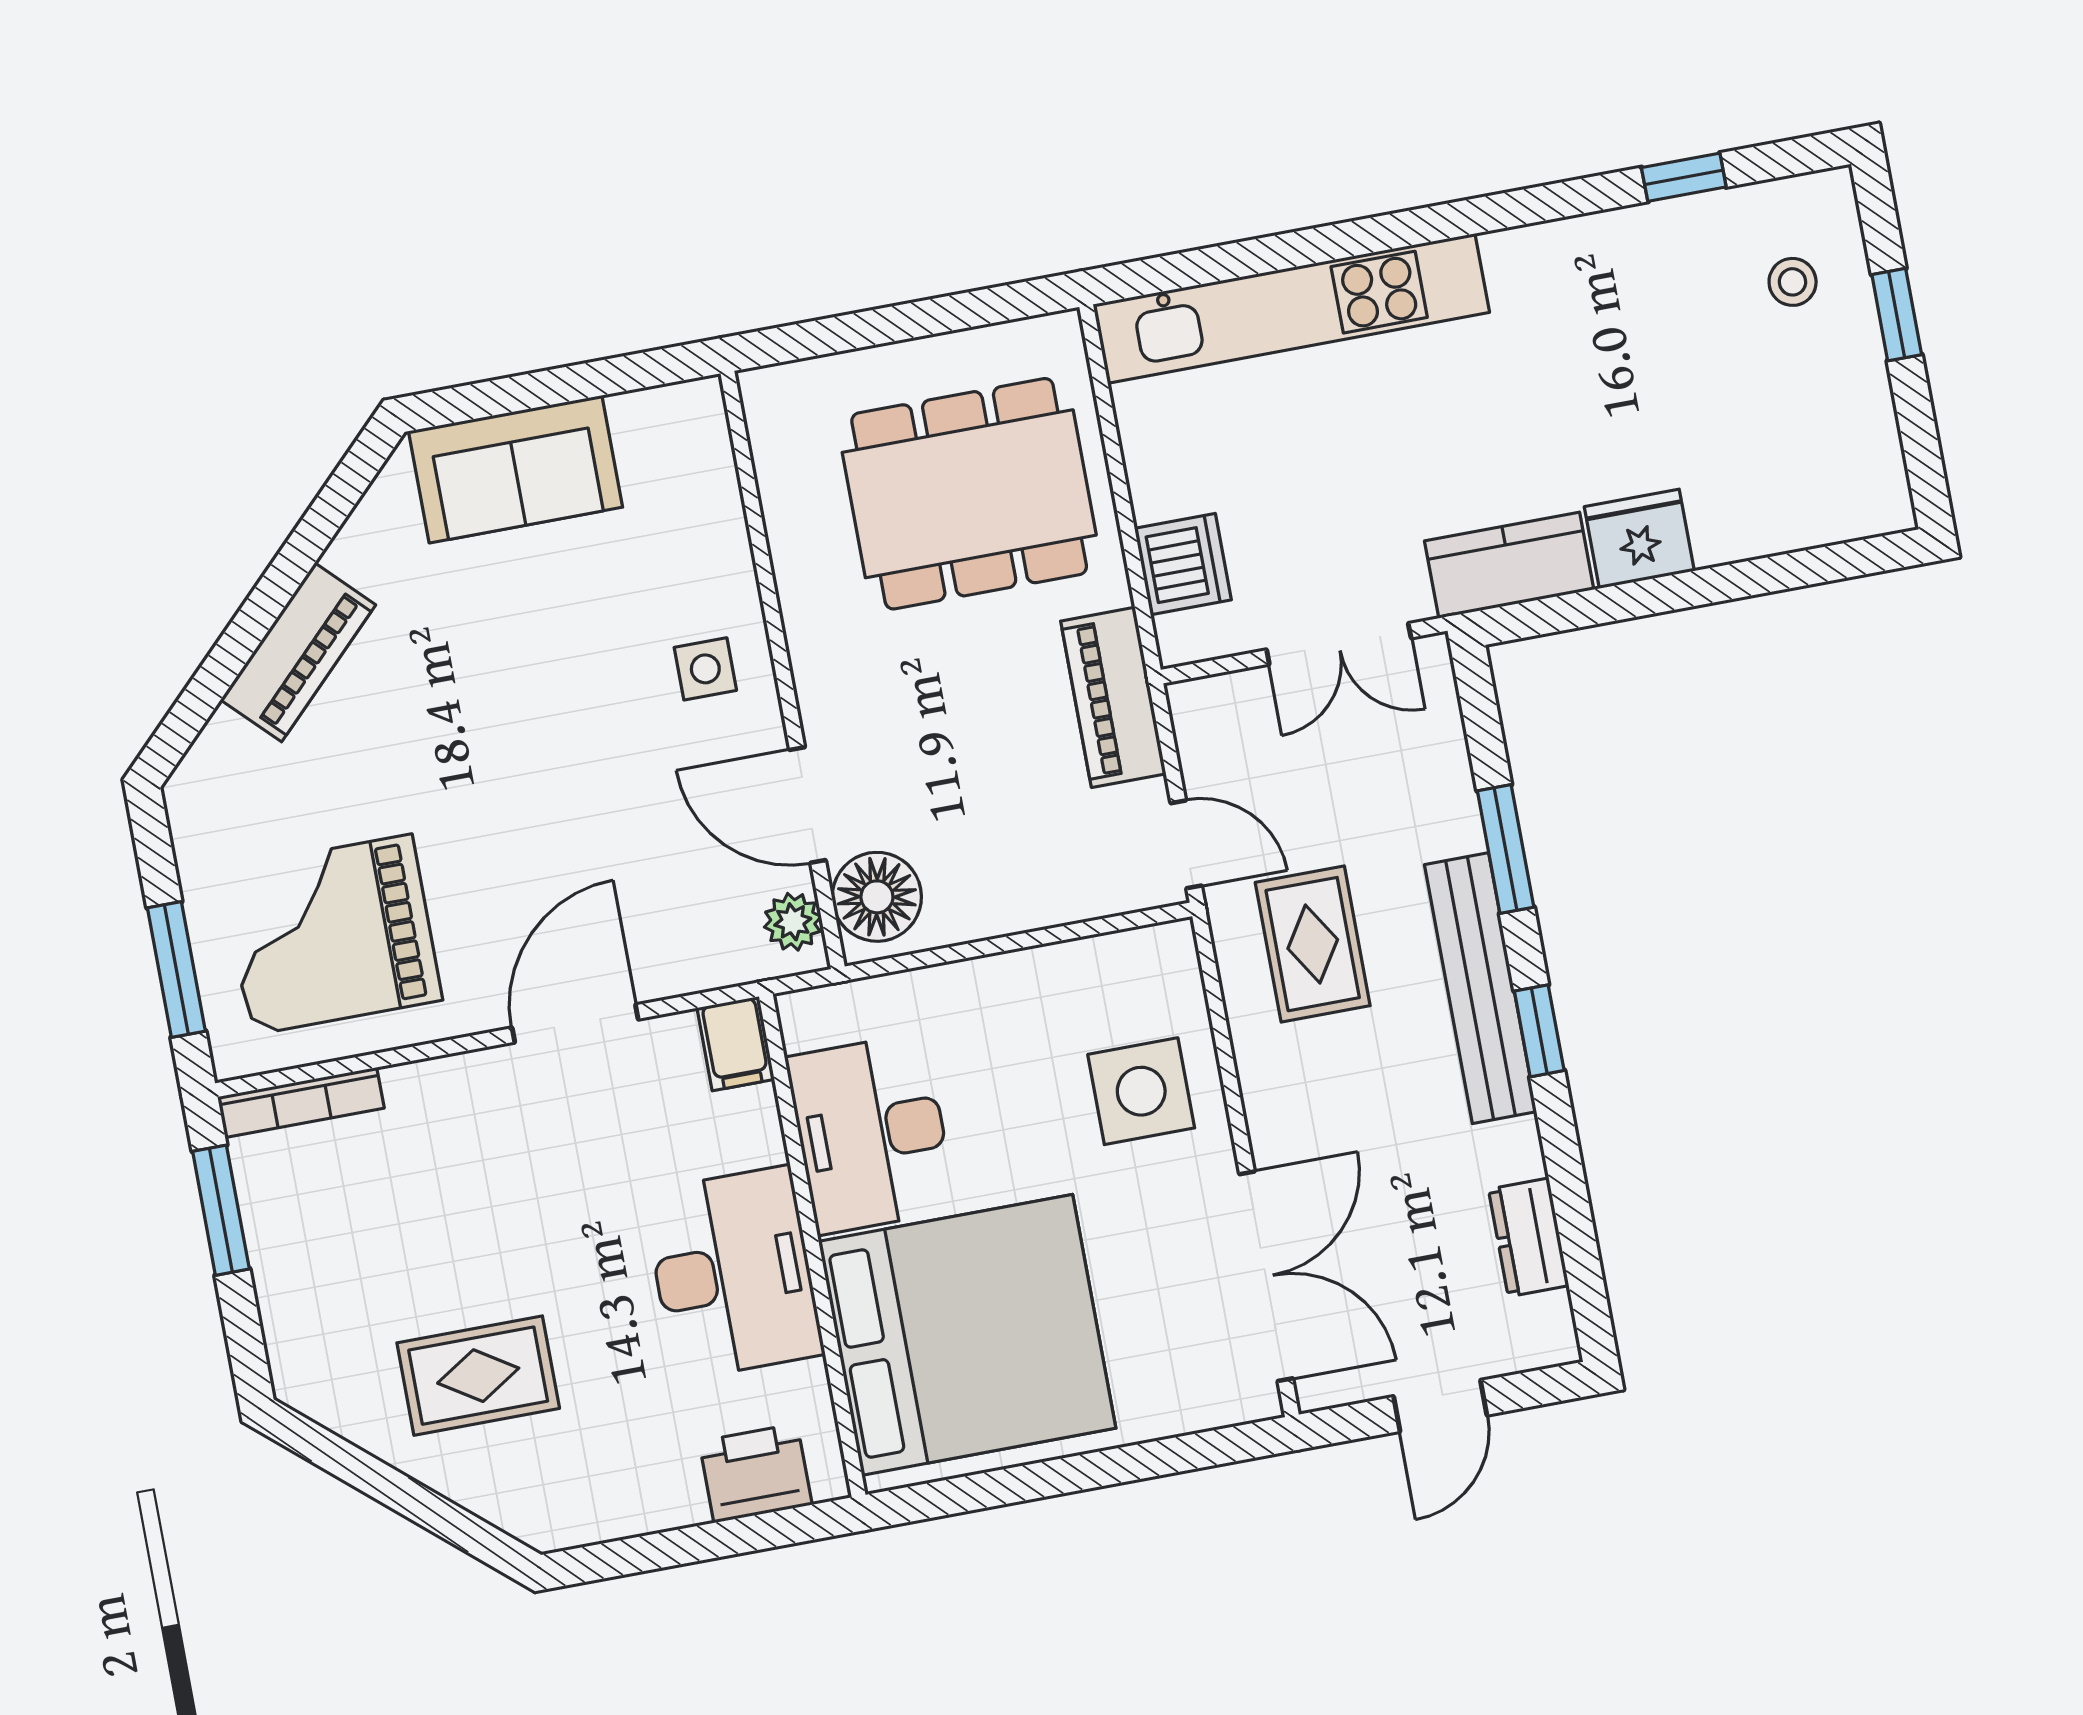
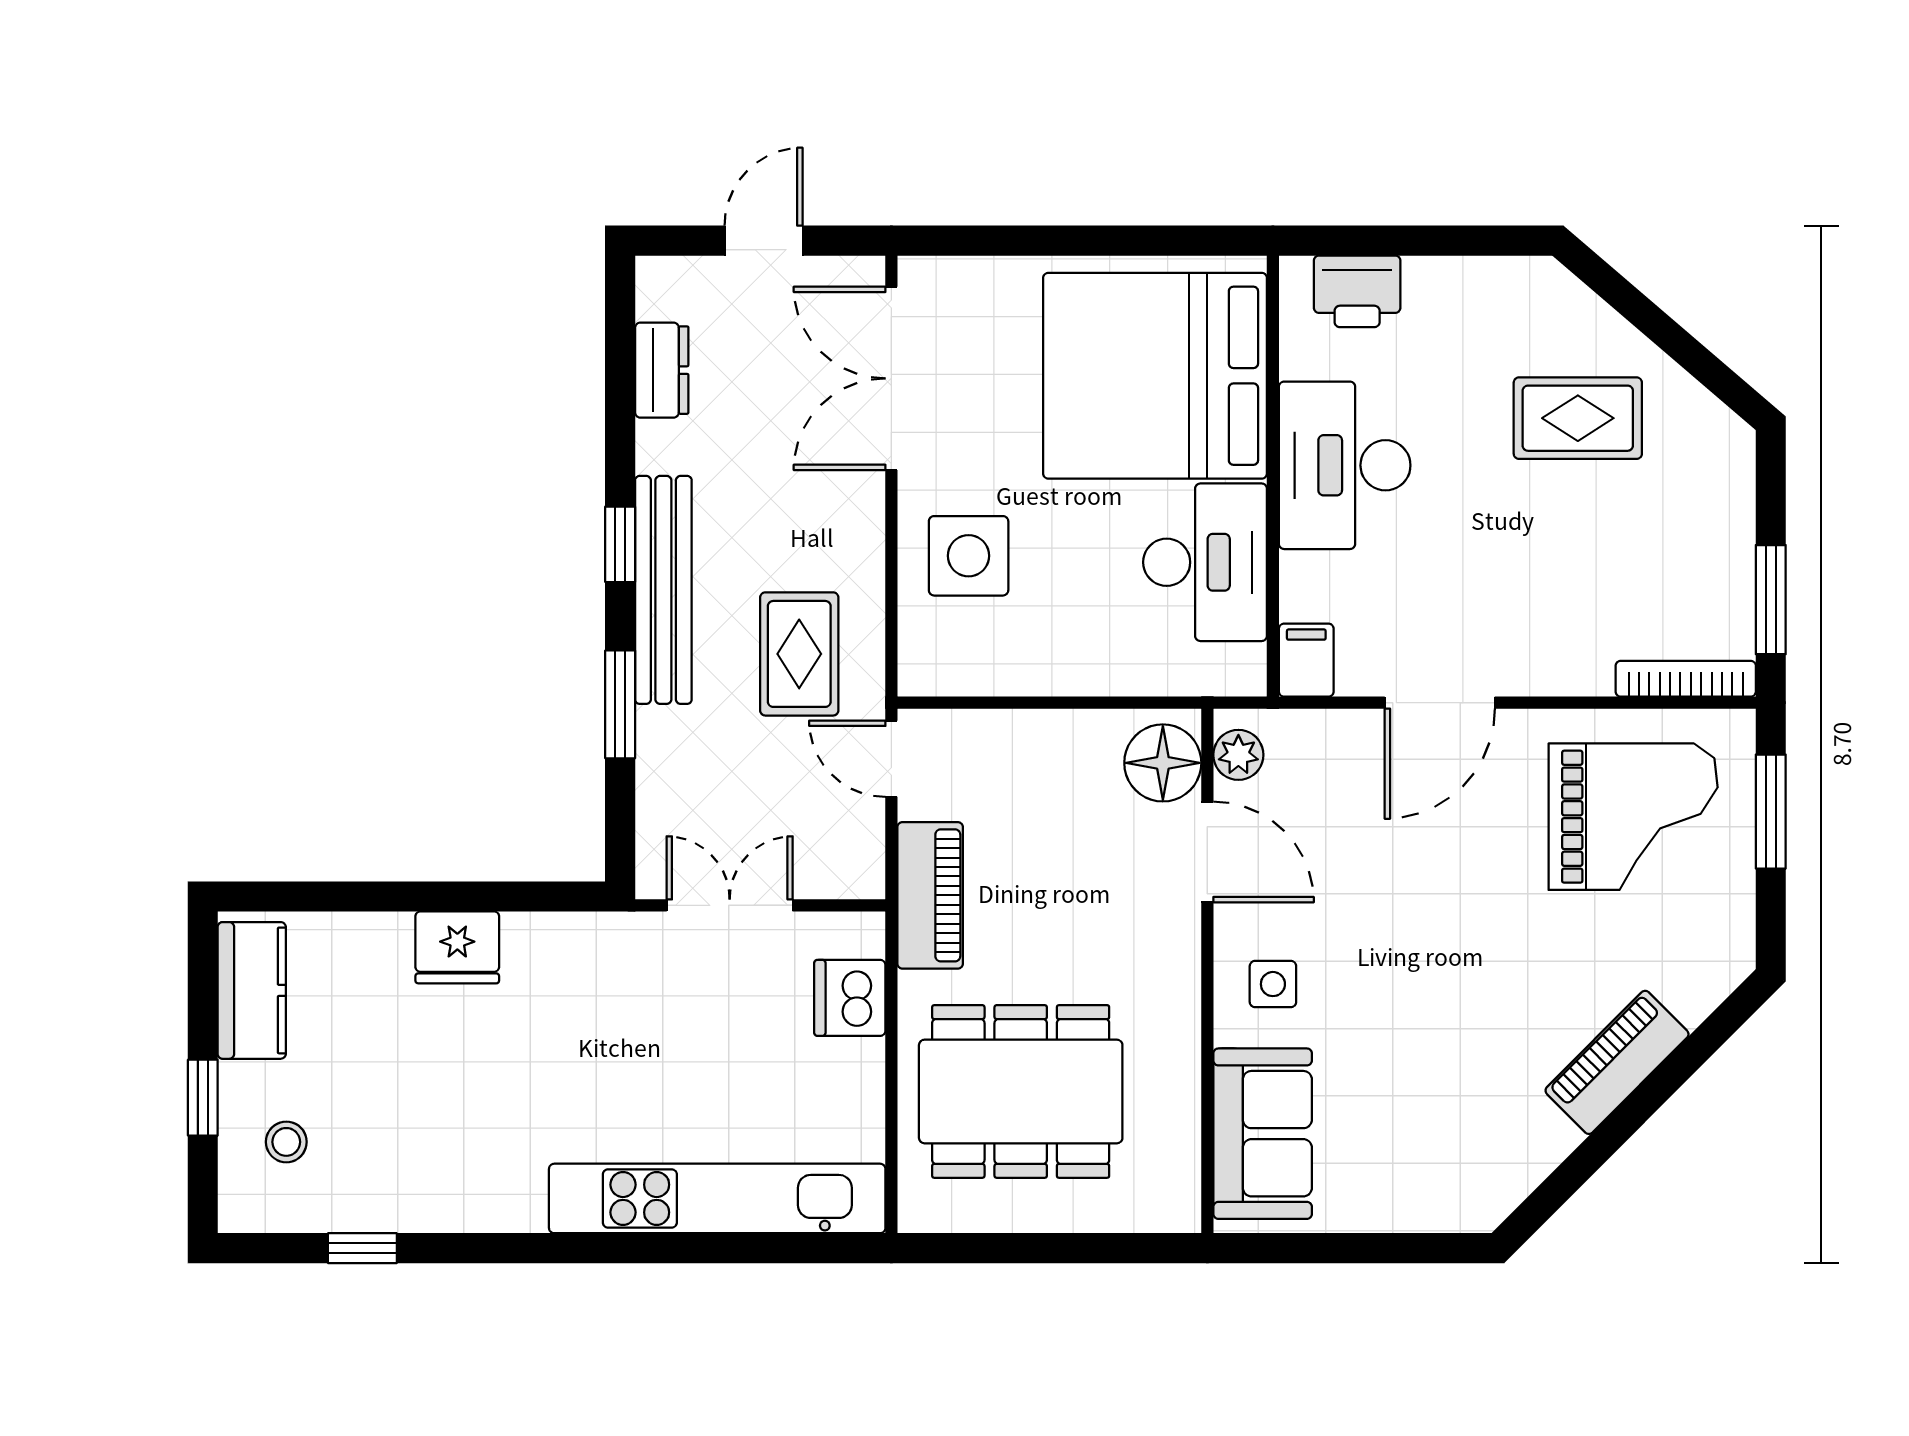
sofa: (516, 469) -> (1263, 1134), moved, turned 90
kitchen counter: (1509, 565) -> (252, 990), moved, turned -90

